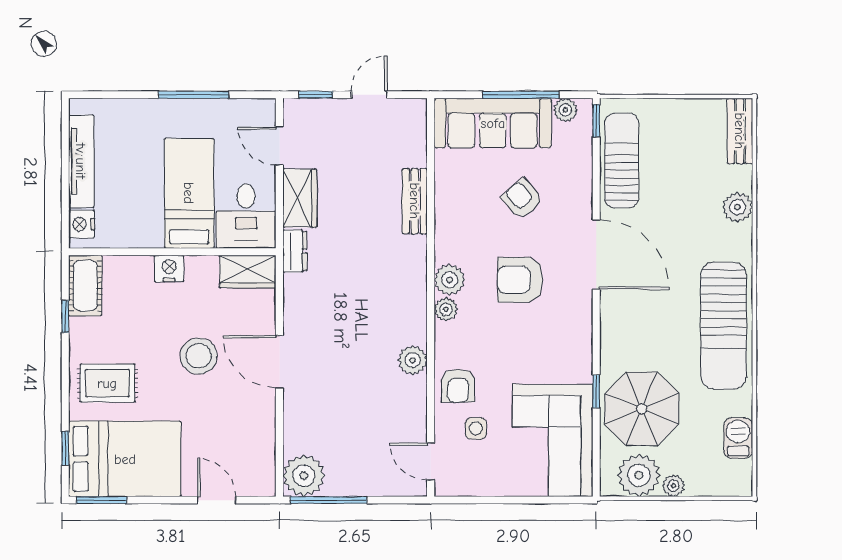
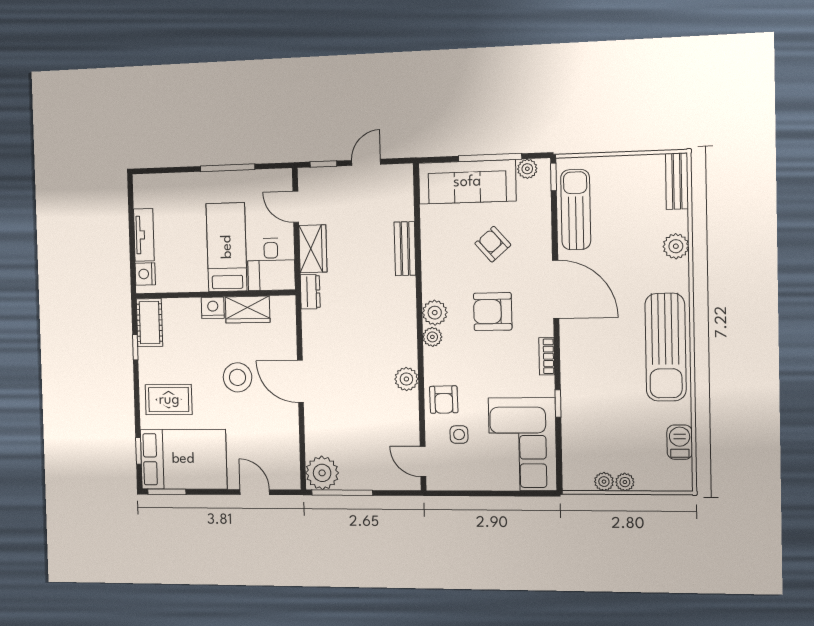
tv unit: (81, 161) -> (144, 235), width x0.71
wardrobe: (248, 272) -> (248, 310), moved
bookcase: (584, 335) -> (547, 356), added
parasol: (642, 409) -> (597, 418), removed
plant: (639, 475) -> (604, 482), width x0.53, depth x0.53

